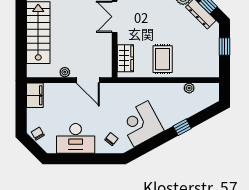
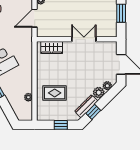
rug: (163, 59) -> (55, 93), moved

